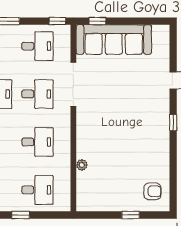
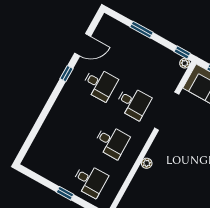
plant: (65, 30) -> (185, 63), added
desk: (37, 46) -> (155, 64), removed
plant: (82, 165) -> (147, 163), moved

